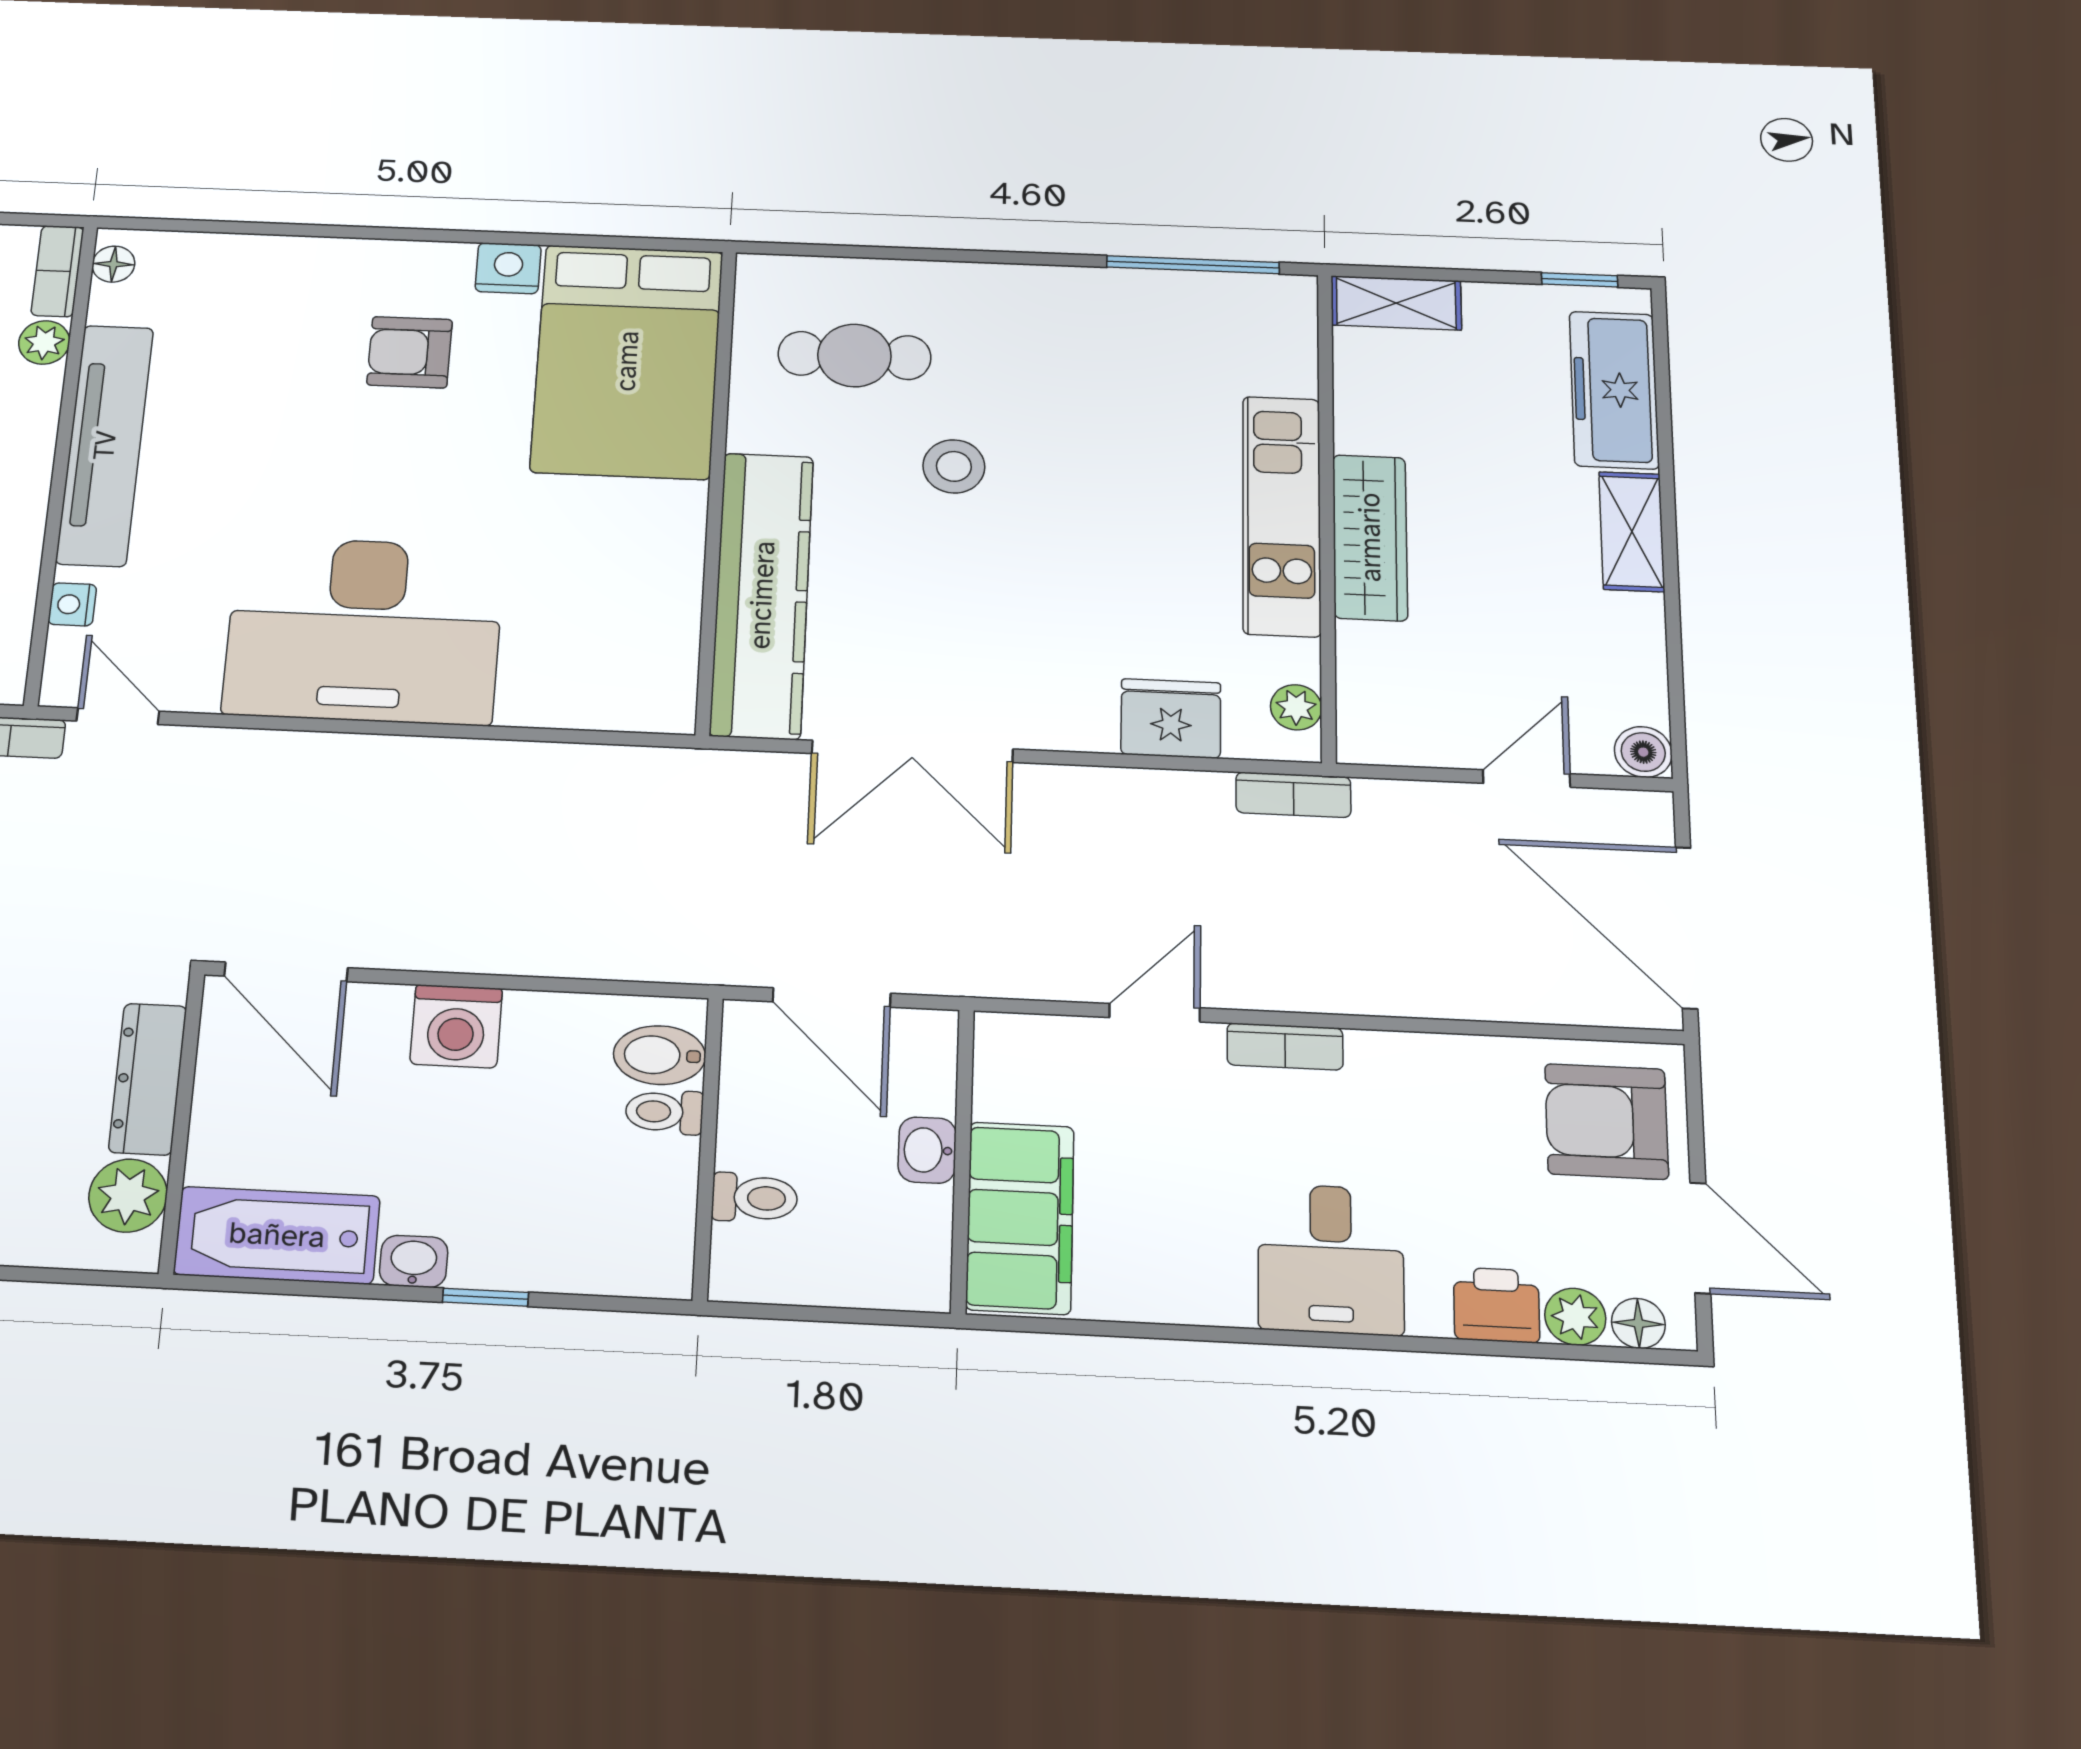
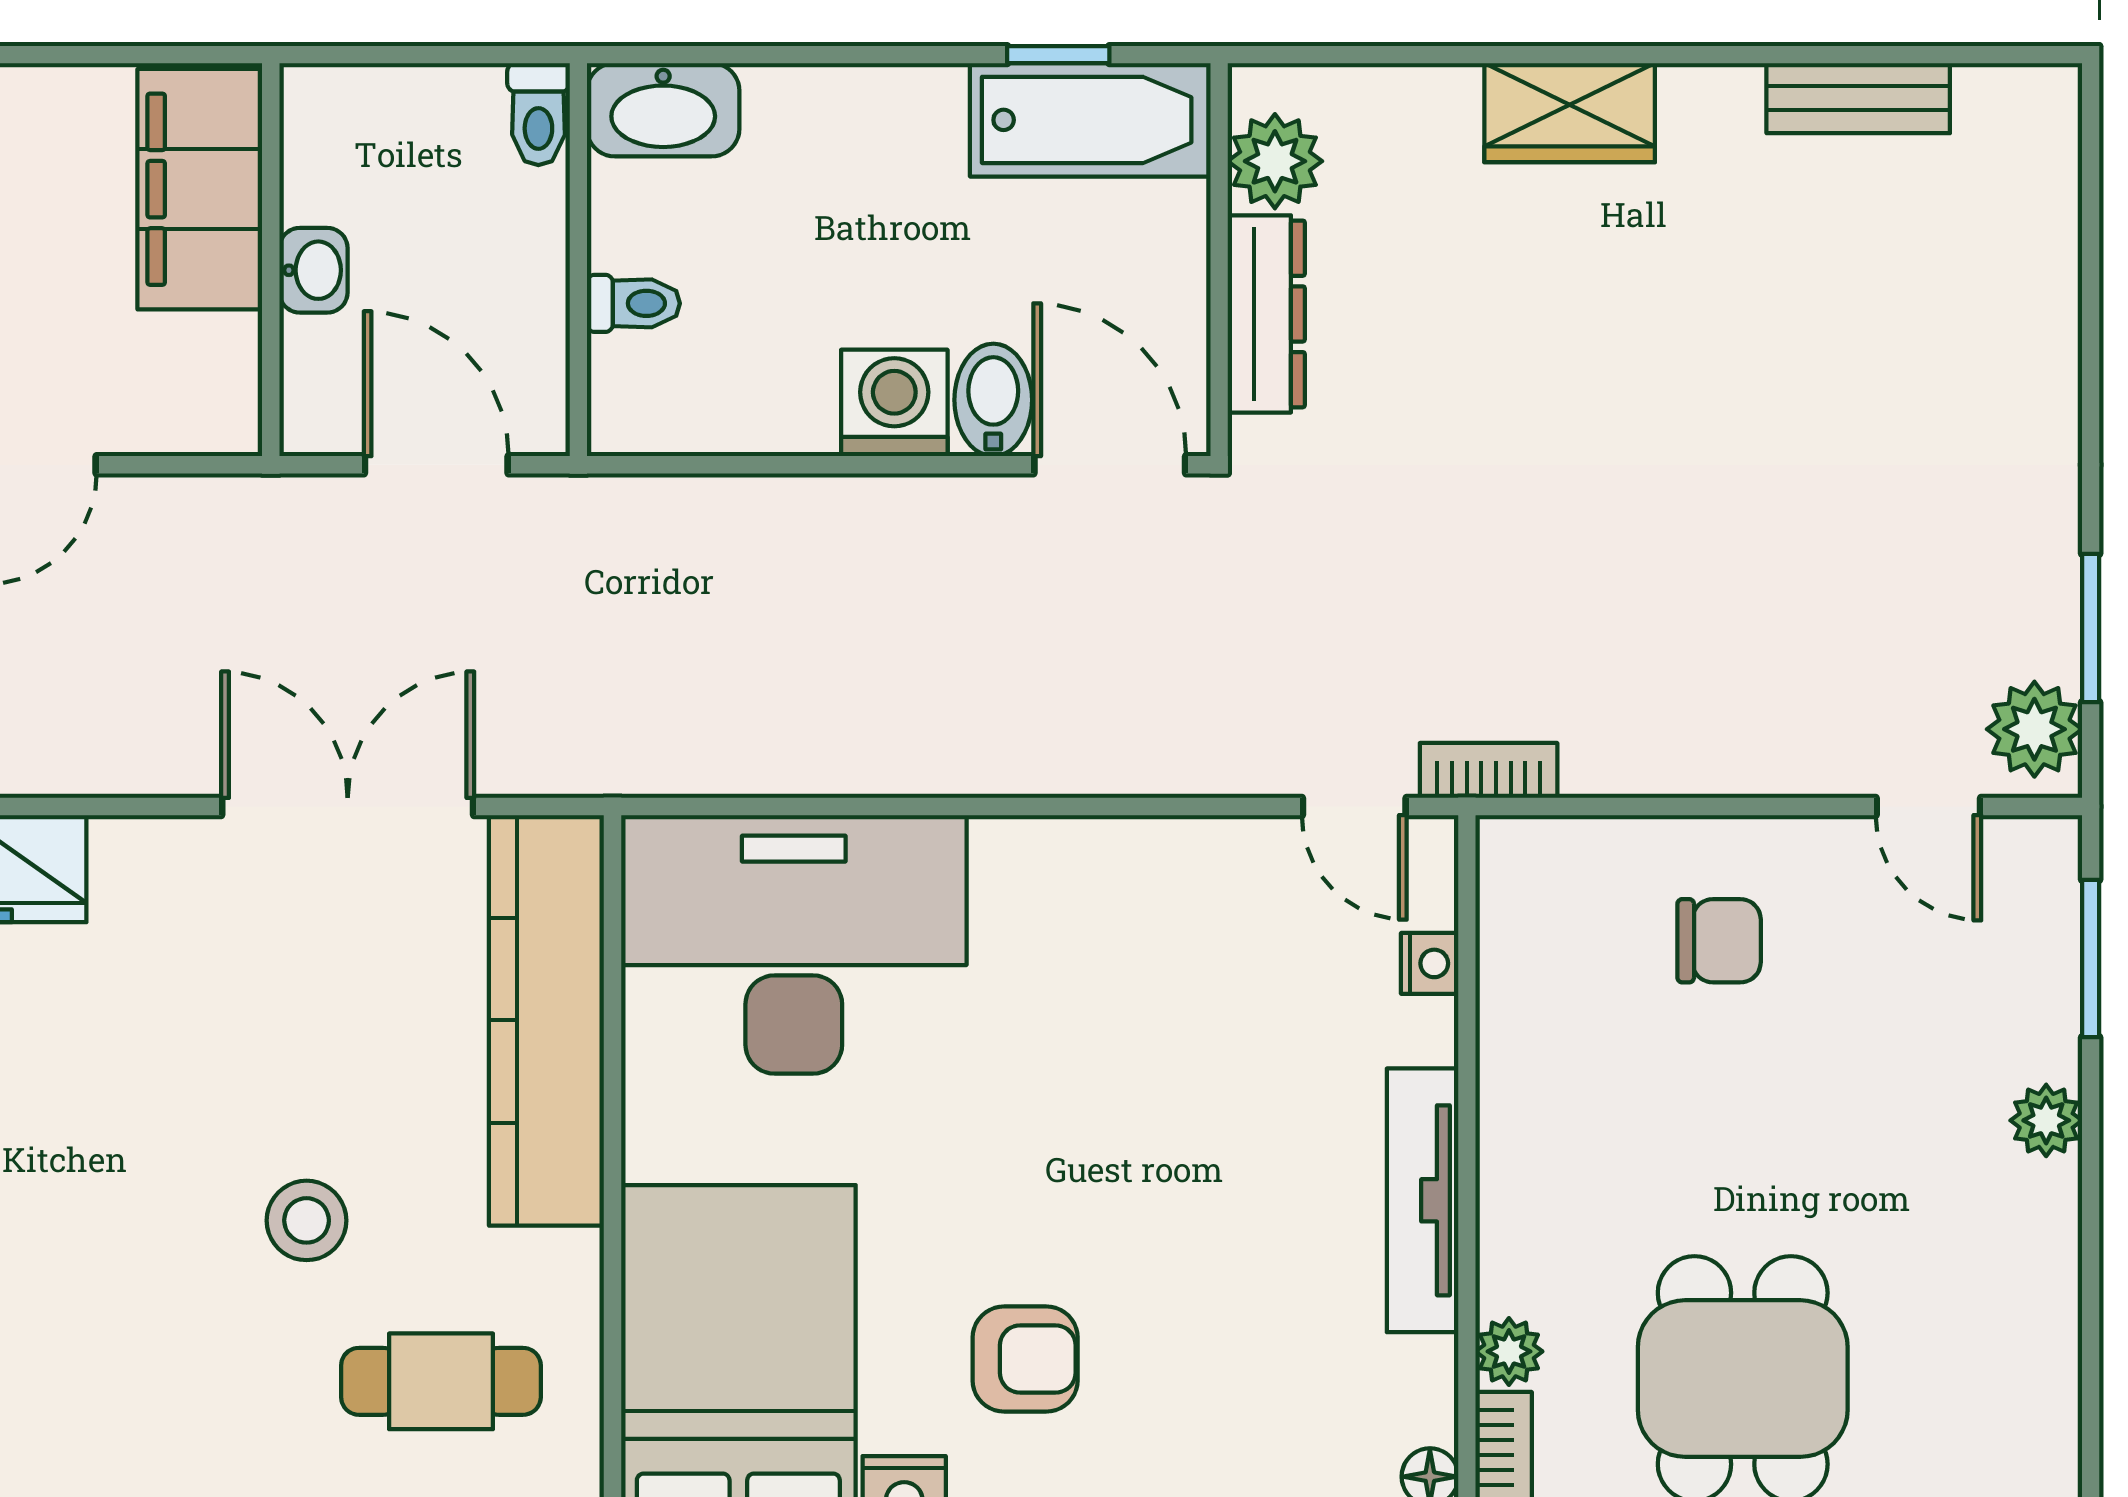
tv unit: (105, 445) -> (1423, 1200), width x0.73, depth x0.78
desk: (364, 630) -> (794, 944), moved
bidet: (660, 1055) -> (993, 400), moved, turned -90
toilet: (755, 1198) -> (538, 114), moved, turned -90
washbasin: (414, 1261) -> (663, 110), moved, width x1.91, depth x1.45
window: (485, 1297) -> (1058, 55), moved

